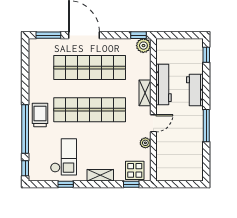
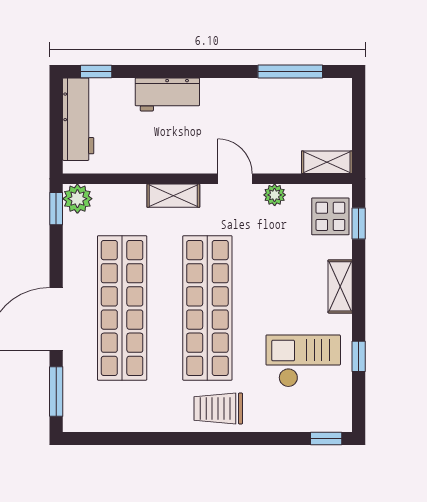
workbench: (164, 85) -> (78, 119), moved, turned 90
window: (206, 126) -> (290, 71), moved
window: (25, 129) -> (247, 439), removed
shelving: (161, 169) -> (327, 162), added

